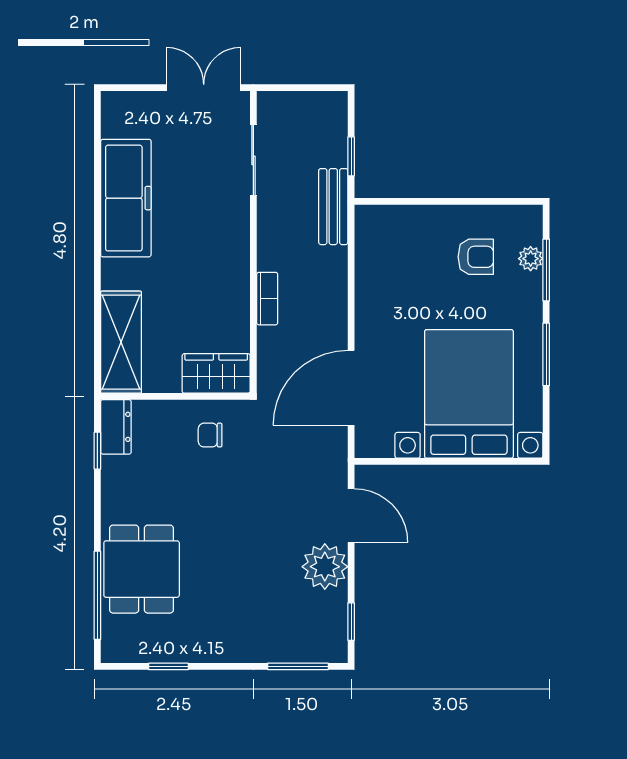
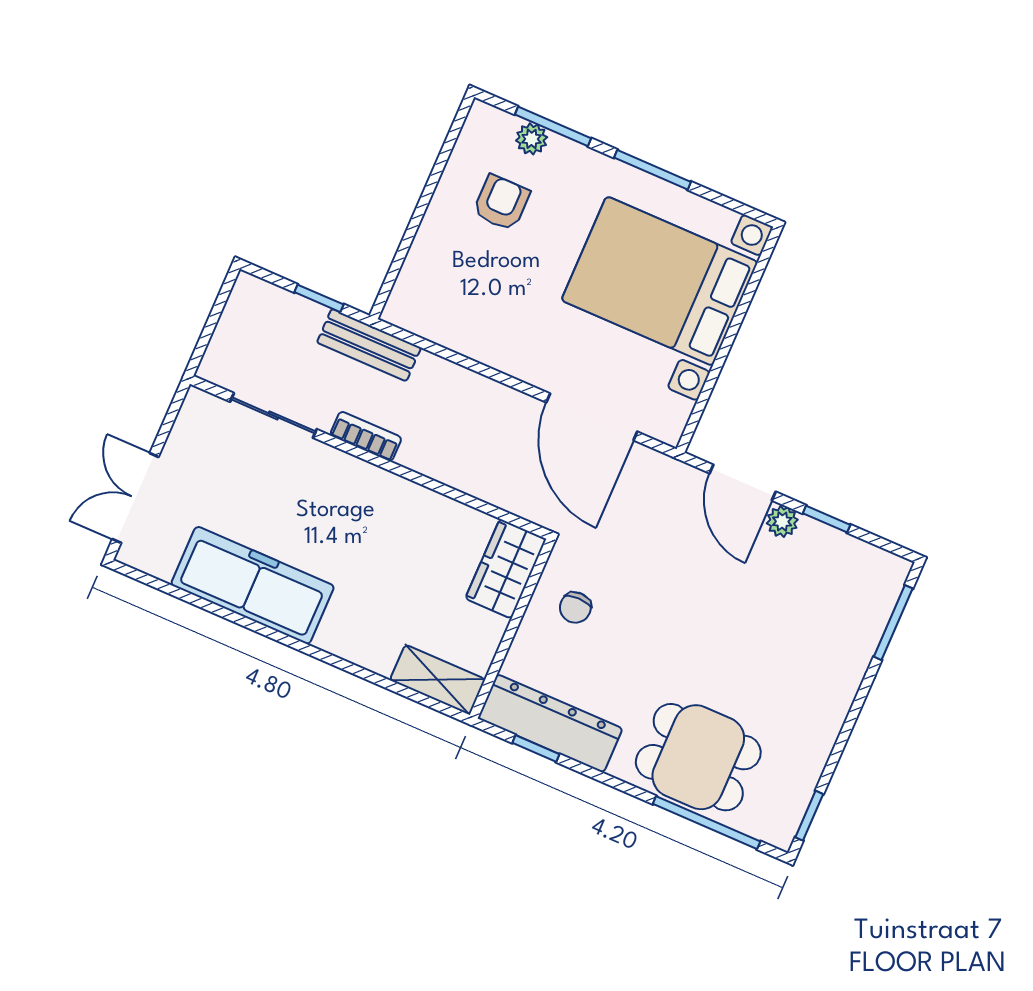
double door: (204, 88) -> (135, 498), moved
bookcase: (267, 299) -> (366, 436), moved
shelving: (121, 342) -> (438, 680), width x0.67, depth x0.75
dresser: (116, 427) -> (550, 723), width x1.96, depth x1.24
door: (351, 516) -> (743, 483), swing flipped
plant: (325, 567) -> (782, 521), width x0.53, depth x0.53
window: (351, 622) -> (827, 519), moved
window: (168, 666) -> (809, 816), moved

